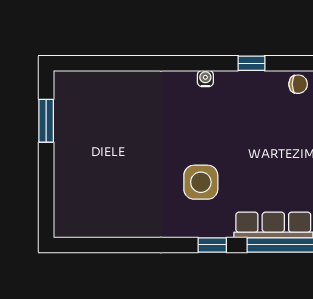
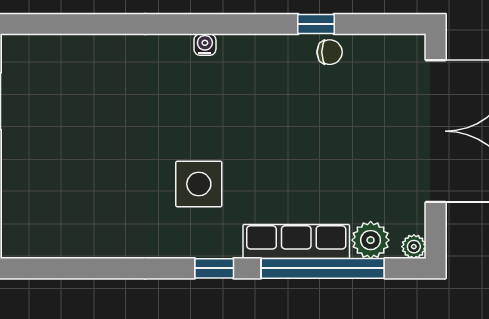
window: (251, 63) -> (316, 24), moved

